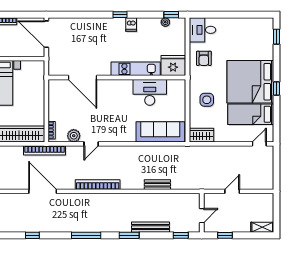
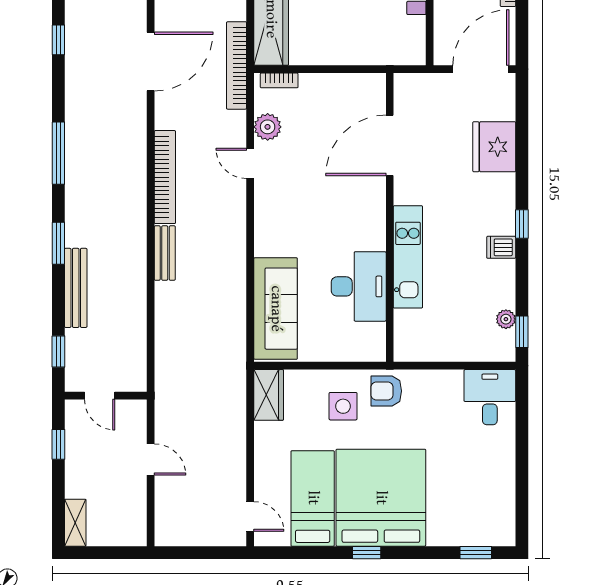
armchair: (204, 58) -> (386, 391), moved
fridge: (173, 66) -> (494, 147), moved, turned 180
bench: (157, 185) -> (165, 253), moved

